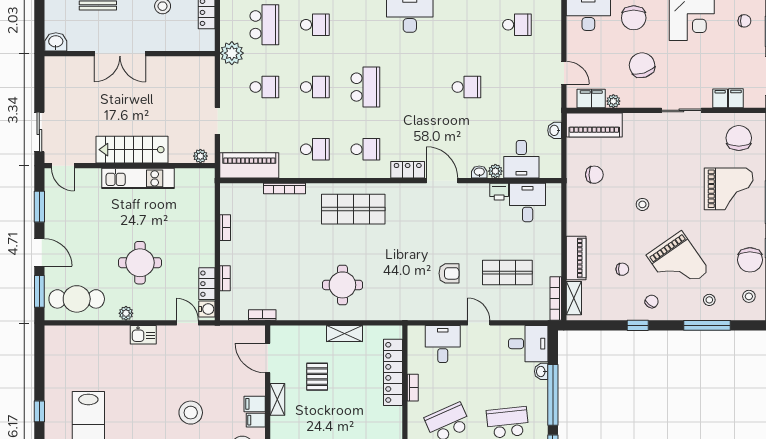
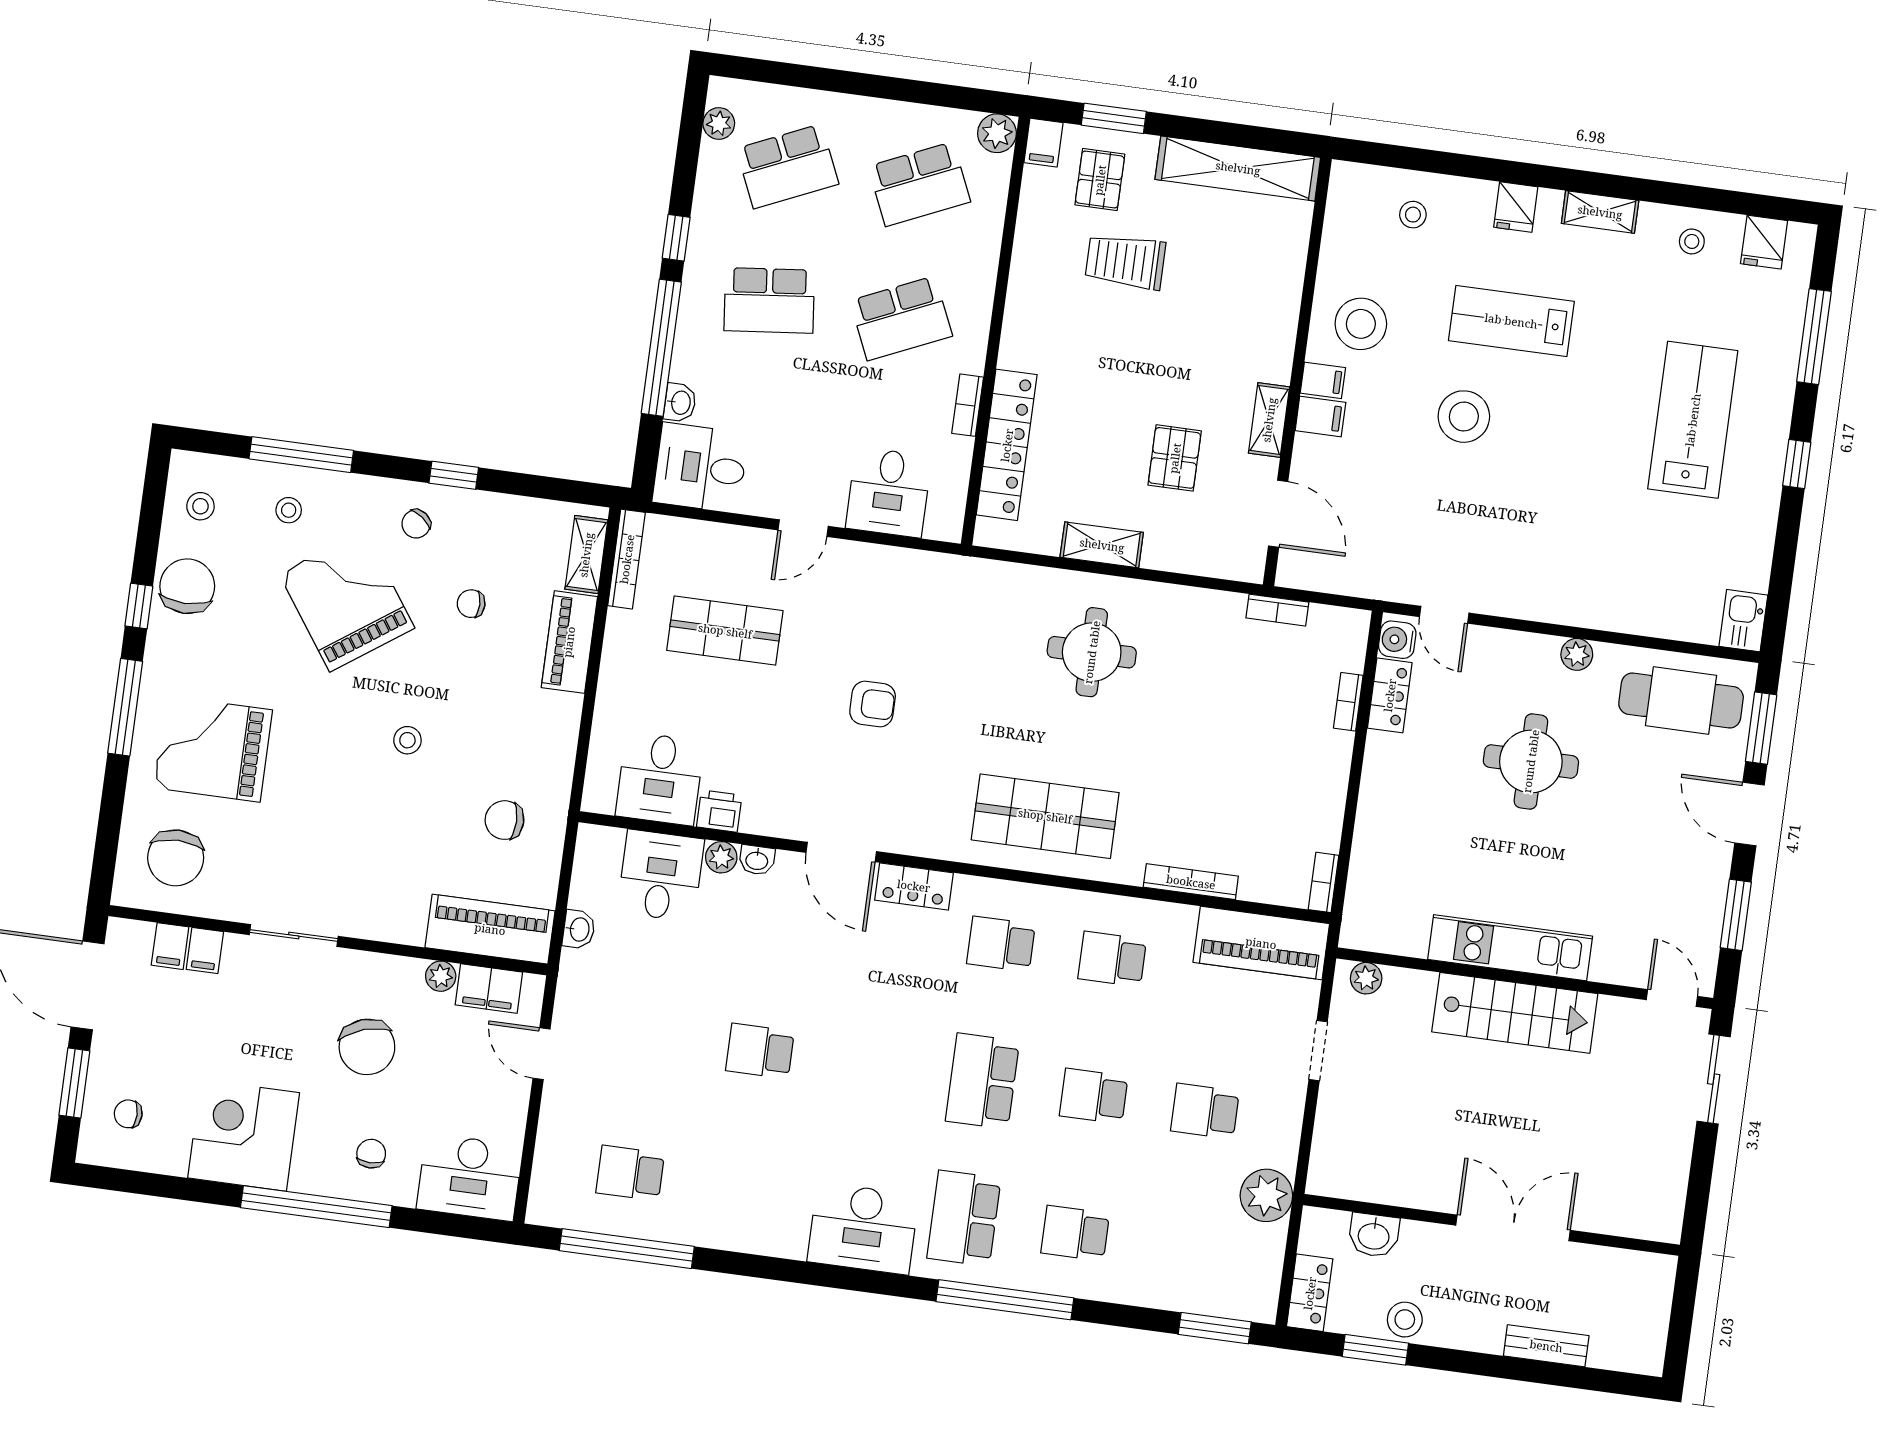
chair: (634, 18) -> (371, 1154), width x0.54, depth x0.54
school desk: (264, 25) -> (964, 1218), moved
washbasin: (56, 42) -> (1374, 1235), moved
bookcase: (225, 228) -> (1324, 882), moved
armchair: (449, 273) -> (873, 704), moved, turned 180
door: (479, 323) -> (803, 528), hinge flipped
kitchen sink: (143, 335) -> (1743, 621), moved, turned -90

